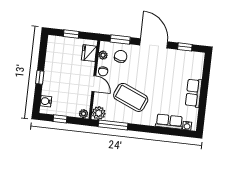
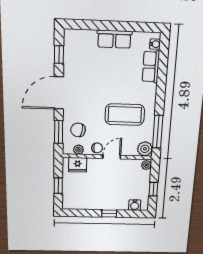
coffee table: (131, 97) -> (125, 115), turned 67

